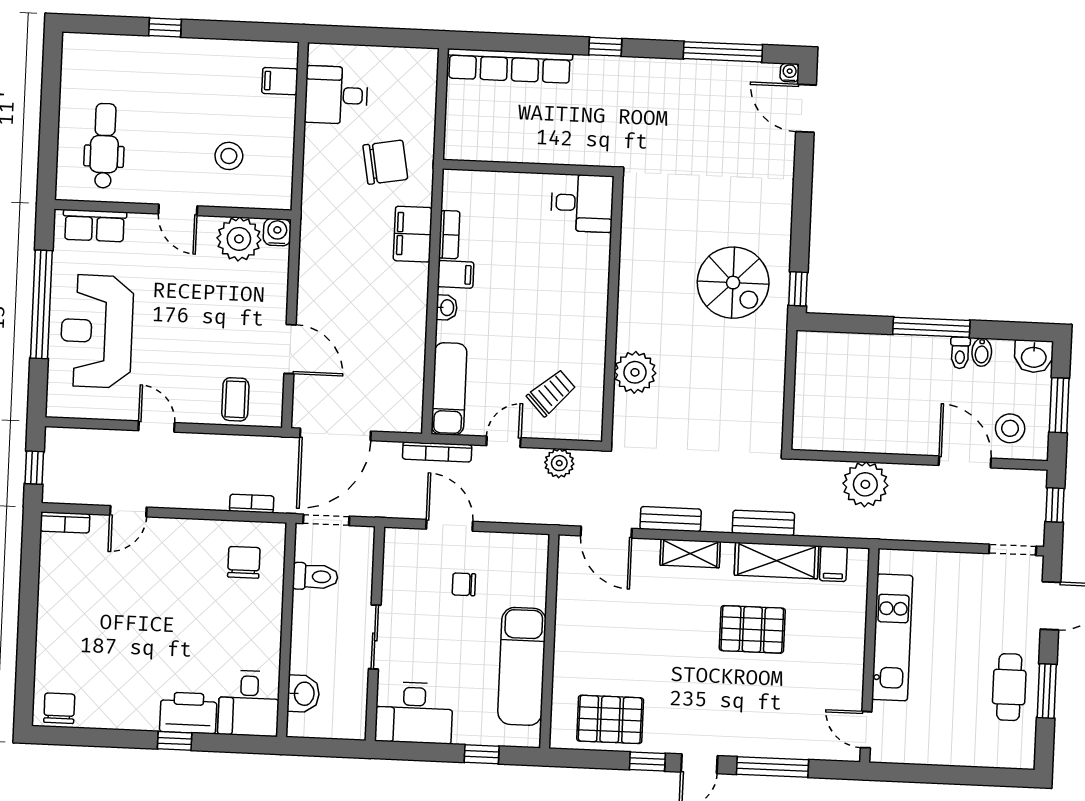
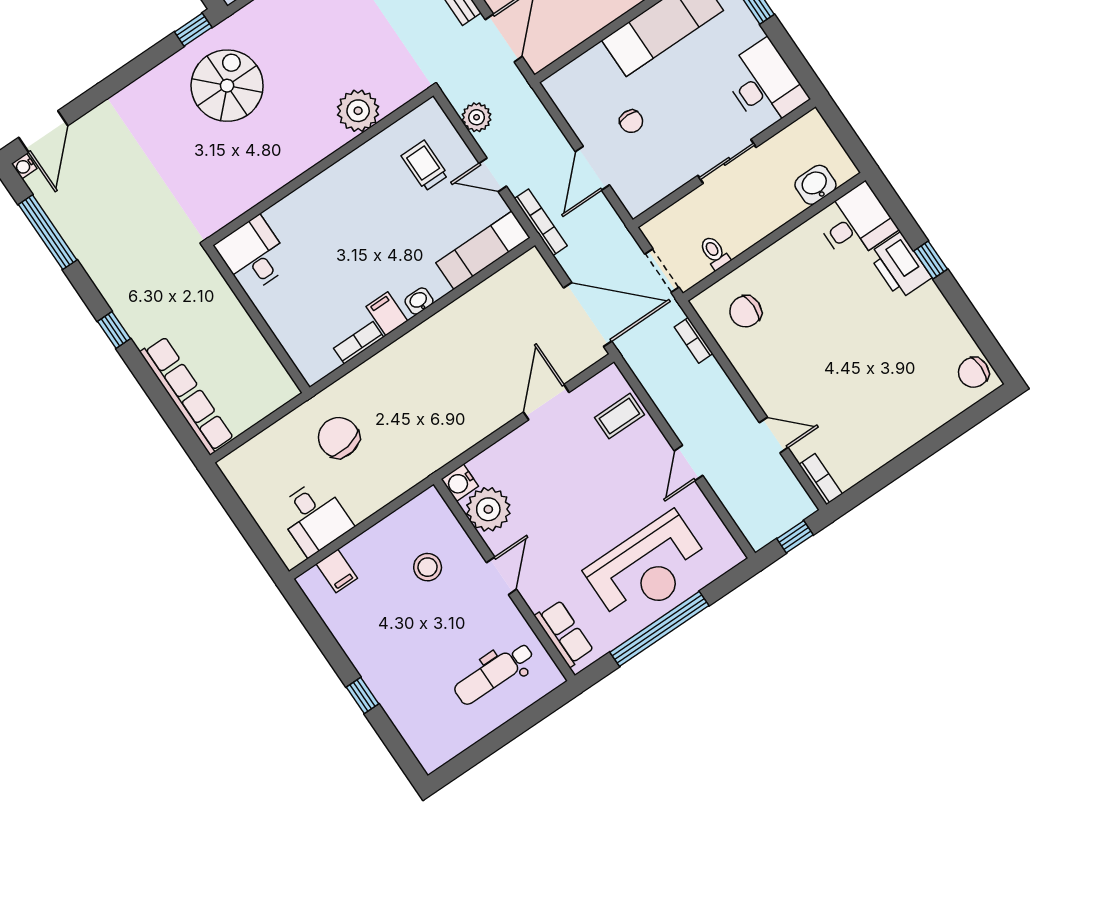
filing cabinet: (413, 234) -> (380, 372), removed
trolley: (551, 393) -> (425, 166), turned 43
toilet: (315, 577) -> (715, 253), width x0.73, depth x0.72

